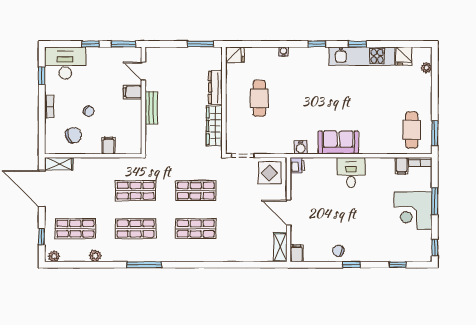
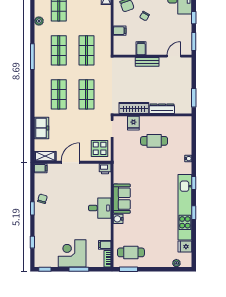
fridge: (235, 55) -> (133, 123), moved
kitchen unit: (362, 56) -> (185, 207), width x1.36
filing cabinet: (133, 92) -> (141, 48), moved
water cooler: (301, 148) -> (118, 219), moved
freezer: (242, 252) -> (42, 128), added

